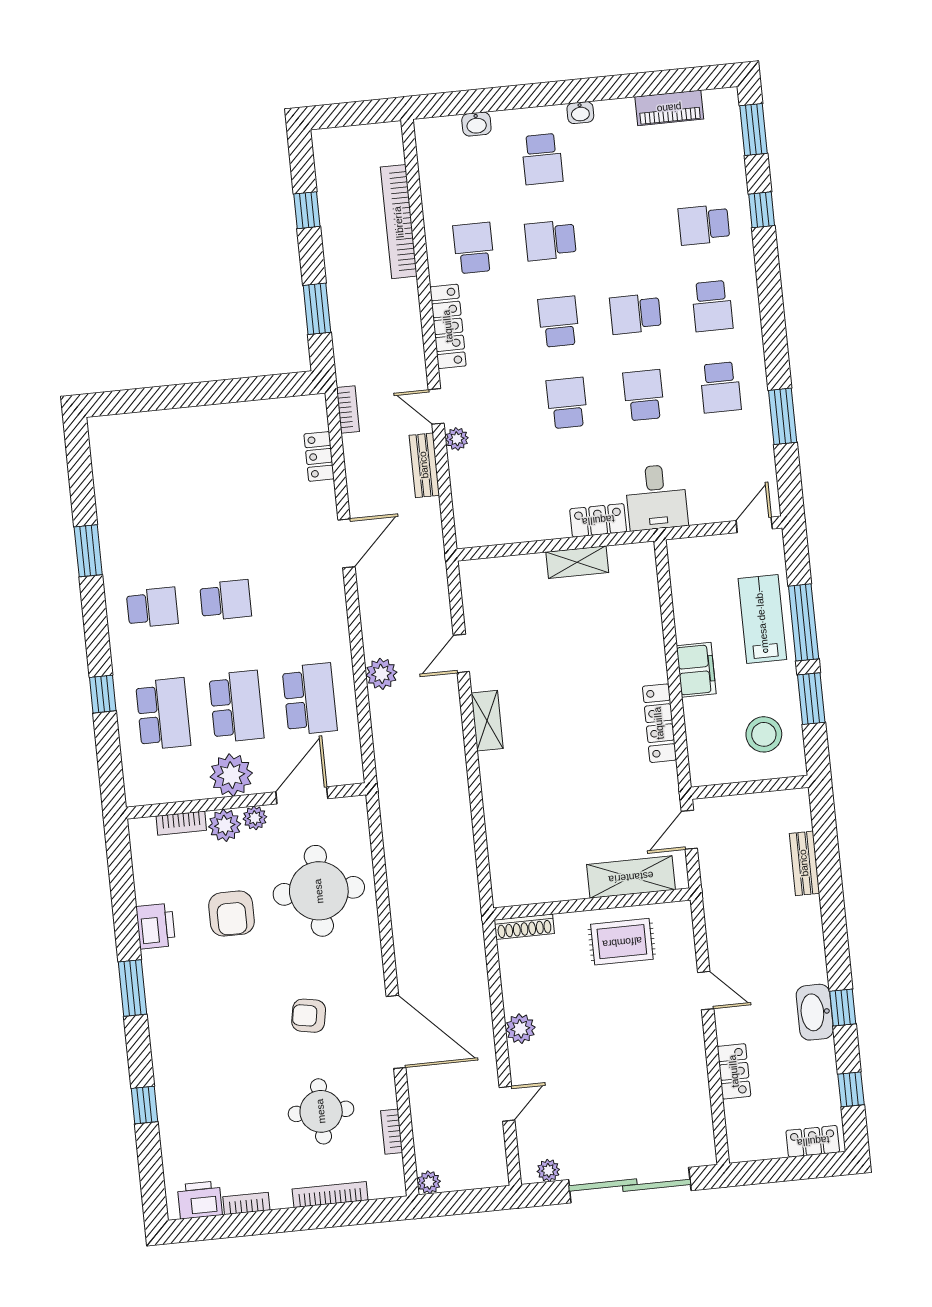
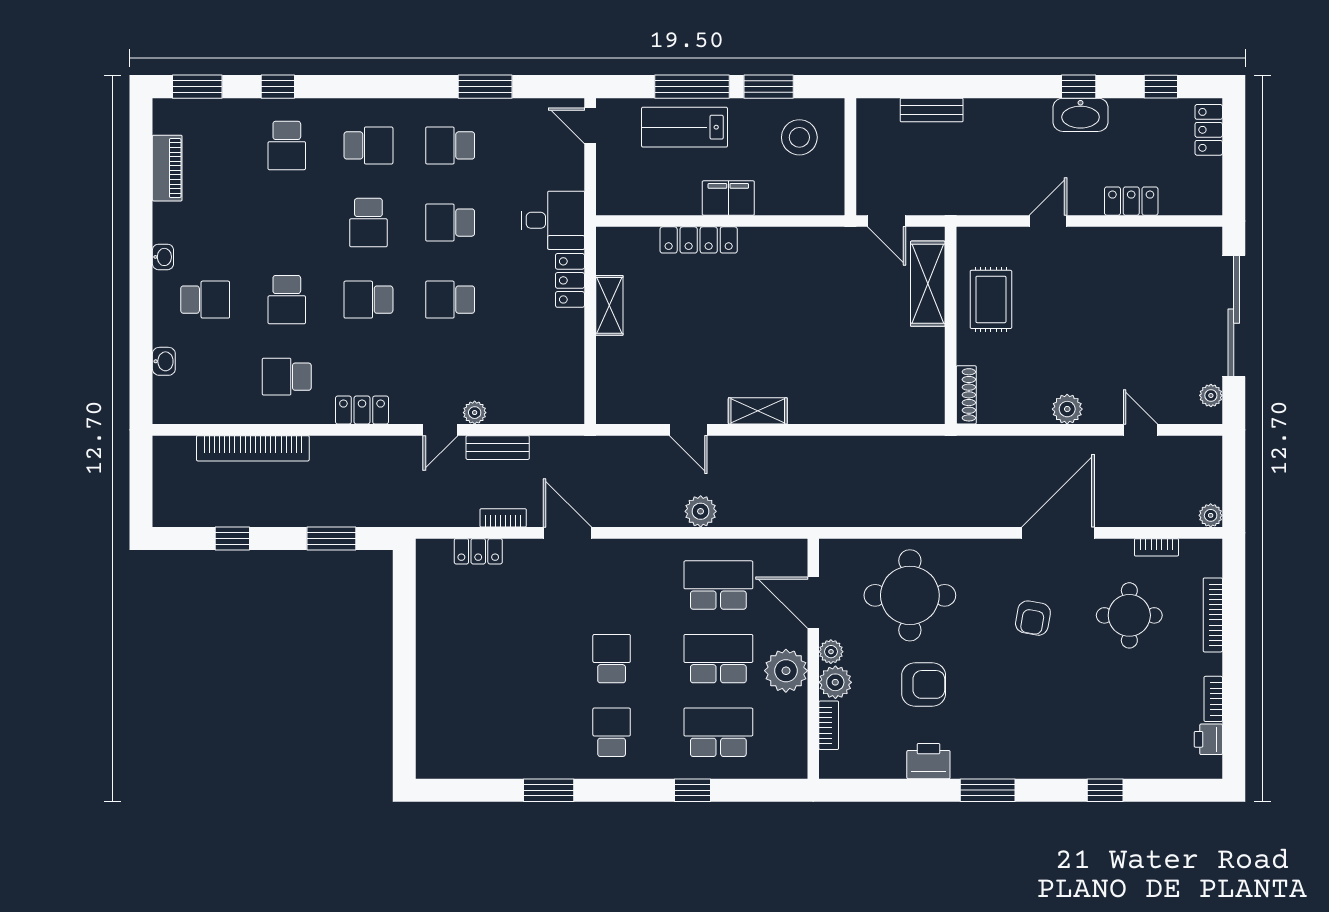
locker: (448, 326) -> (362, 410), width x0.66
school desk: (720, 387) -> (450, 145), turned 180
bookcase: (348, 409) -> (503, 518), moved
locker: (659, 723) -> (699, 240), moved
printer: (200, 1200) -> (1208, 739), width x0.73, depth x0.81

